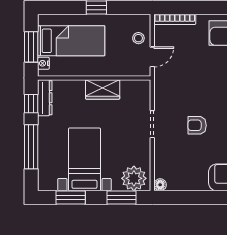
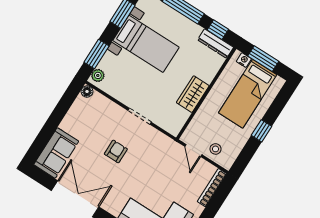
plant: (134, 178) -> (98, 75), width x0.53, depth x0.53

